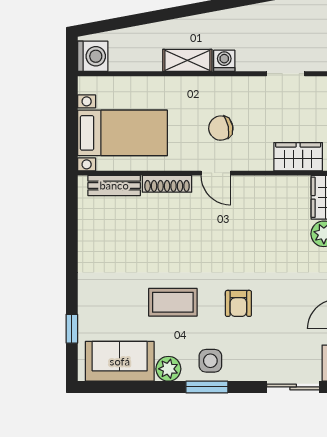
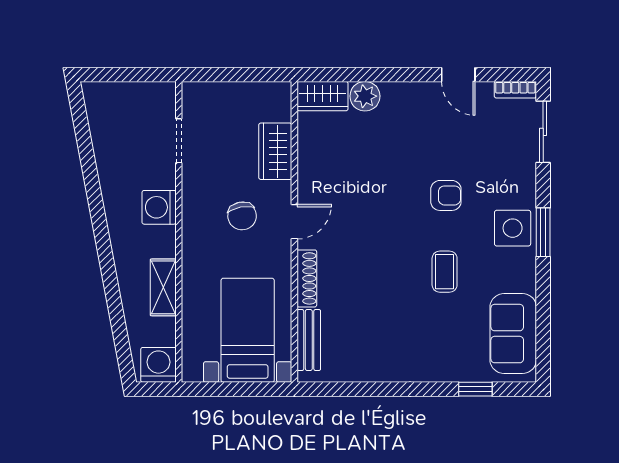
shelving: (187, 60) -> (163, 287), moved
washing machine: (224, 61) -> (159, 207), width x1.38, depth x1.38
wardrobe: (298, 157) -> (275, 151), moved
coffee table: (173, 302) -> (445, 272), width x0.73, depth x0.77
side table: (210, 361) -> (513, 228), width x1.37, depth x1.37
plant: (168, 369) -> (522, 277), removed

